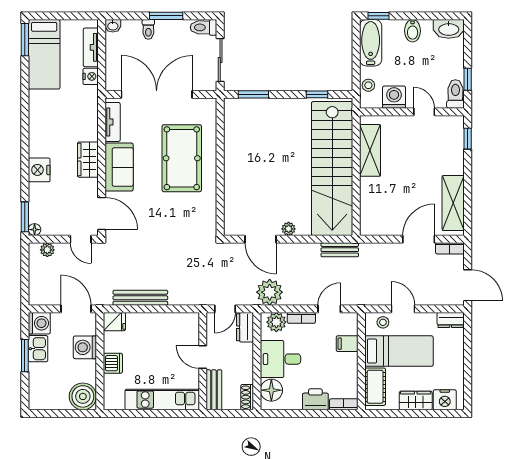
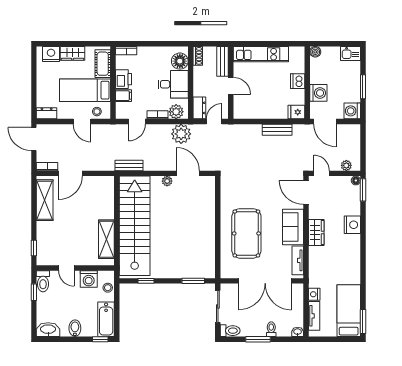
bench: (140, 298) -> (277, 130), width x0.73
kitchen sink: (38, 349) -> (351, 54), moved, turned -90
boiler: (83, 396) -> (315, 52), width x0.54, depth x0.54
printer: (315, 399) -> (123, 79), moved, turned -90

